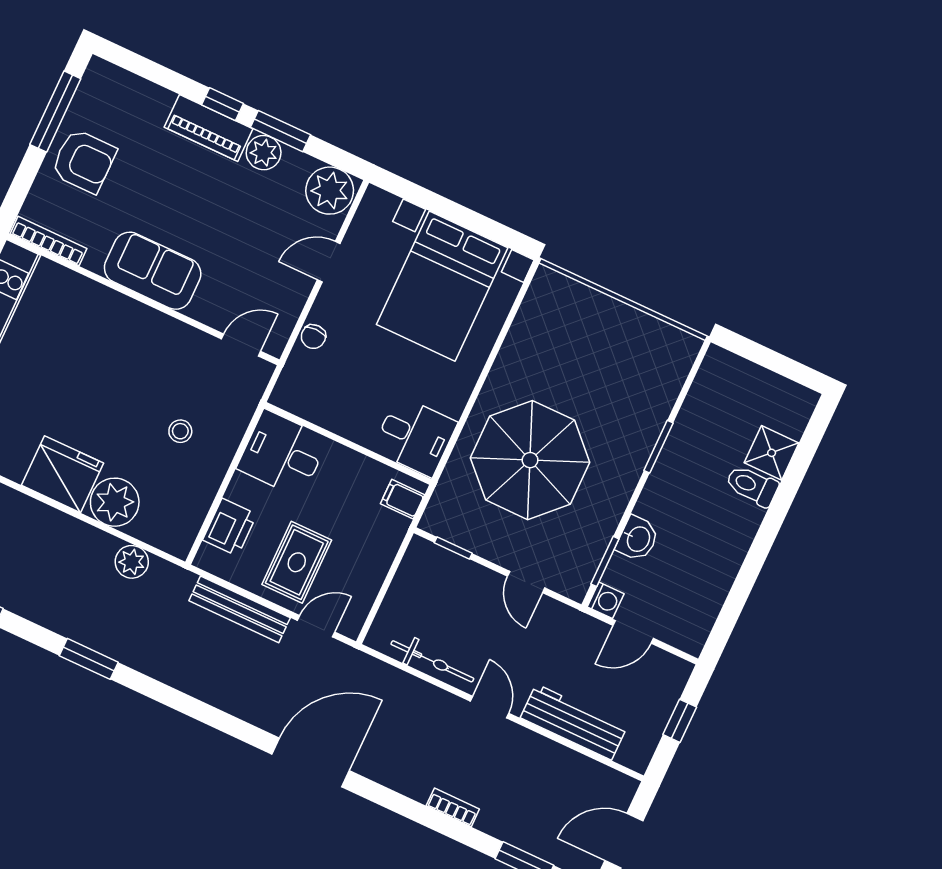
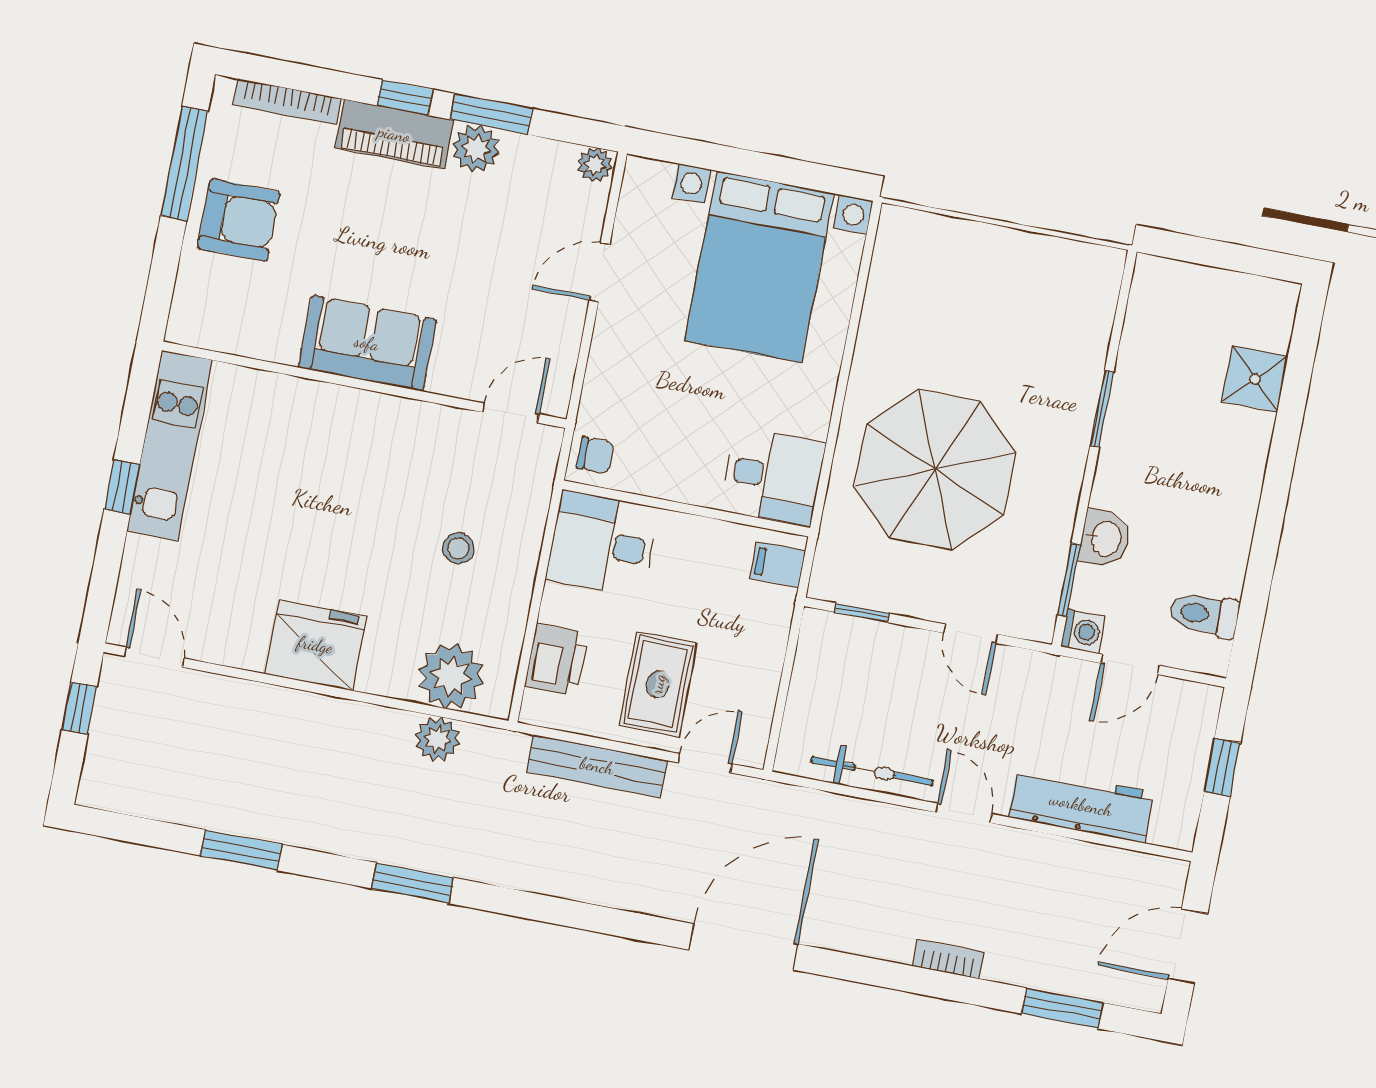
plant: (330, 191) -> (595, 165), width x0.53, depth x0.53
bookcase: (48, 241) -> (287, 102), moved, turned 180
chair: (313, 337) -> (595, 455), moved, turned -90
toilet: (752, 486) -> (1204, 615), moved
plant: (115, 502) -> (451, 676), moved

